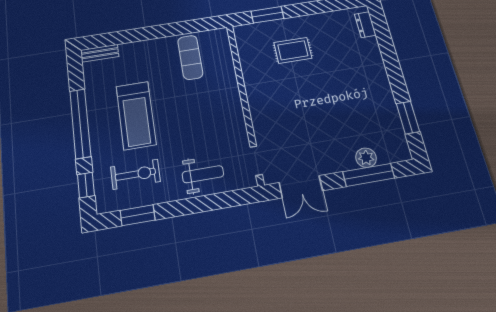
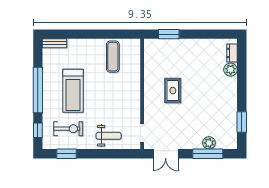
plant: (369, 47) -> (231, 70), added
rug: (293, 50) -> (173, 91), moved, turned 90

